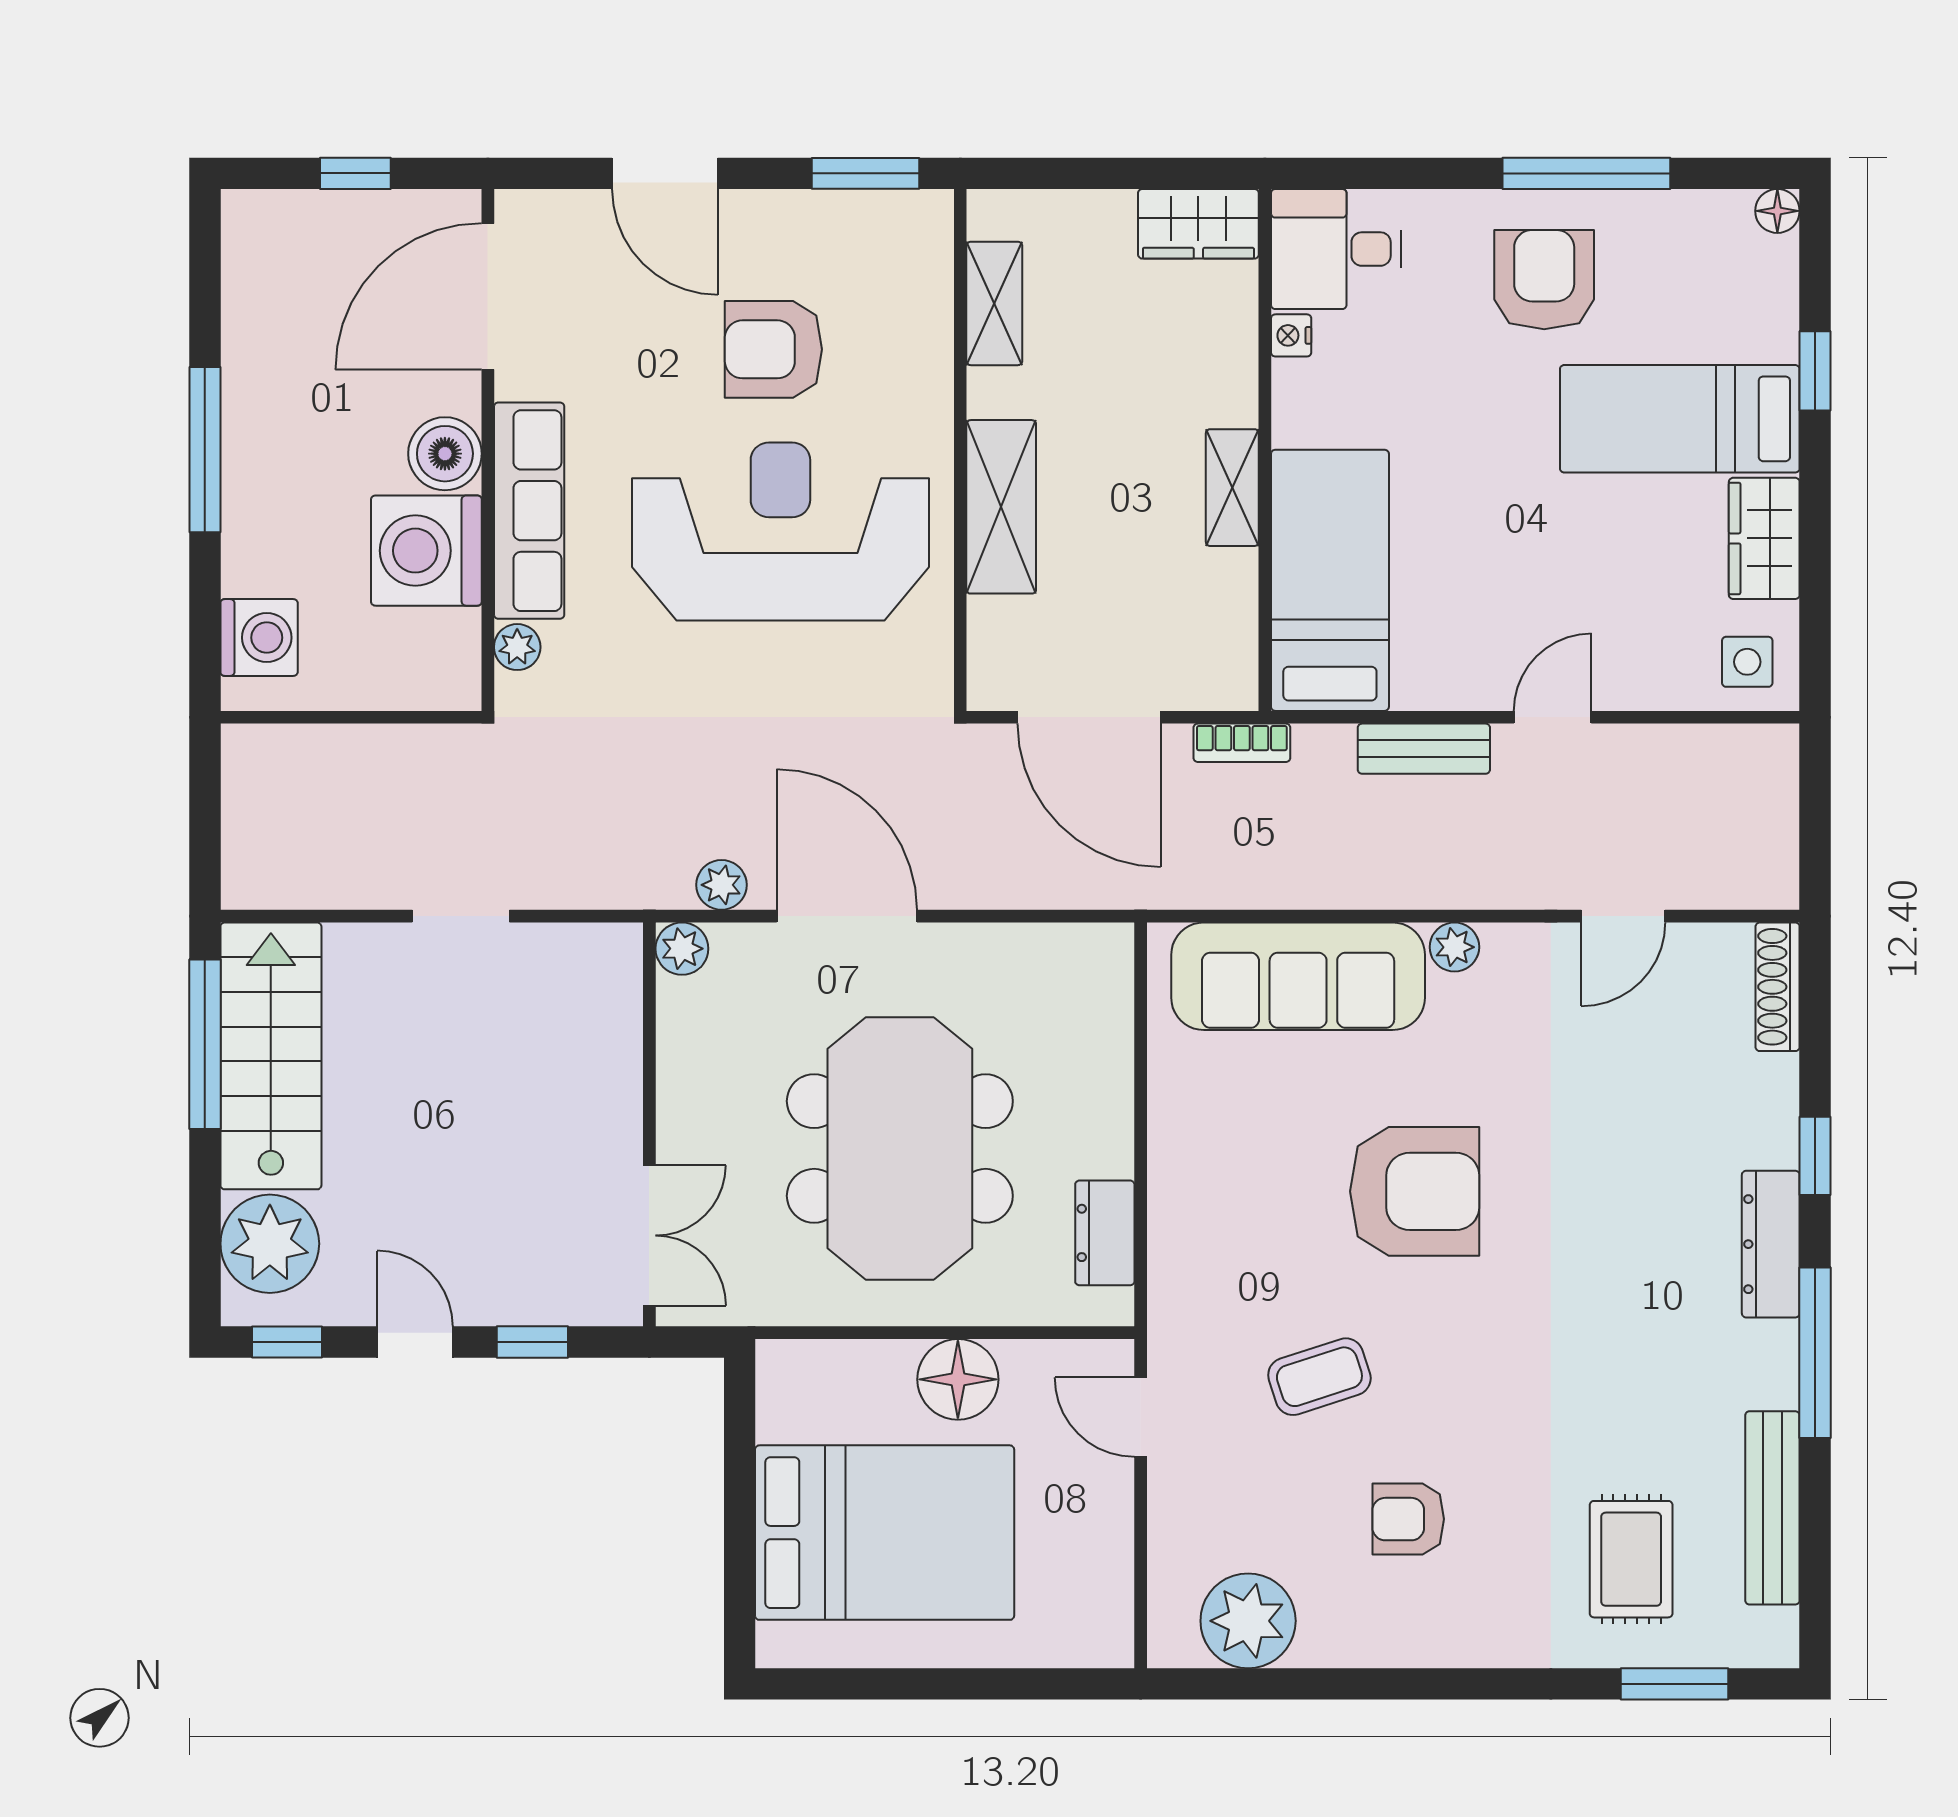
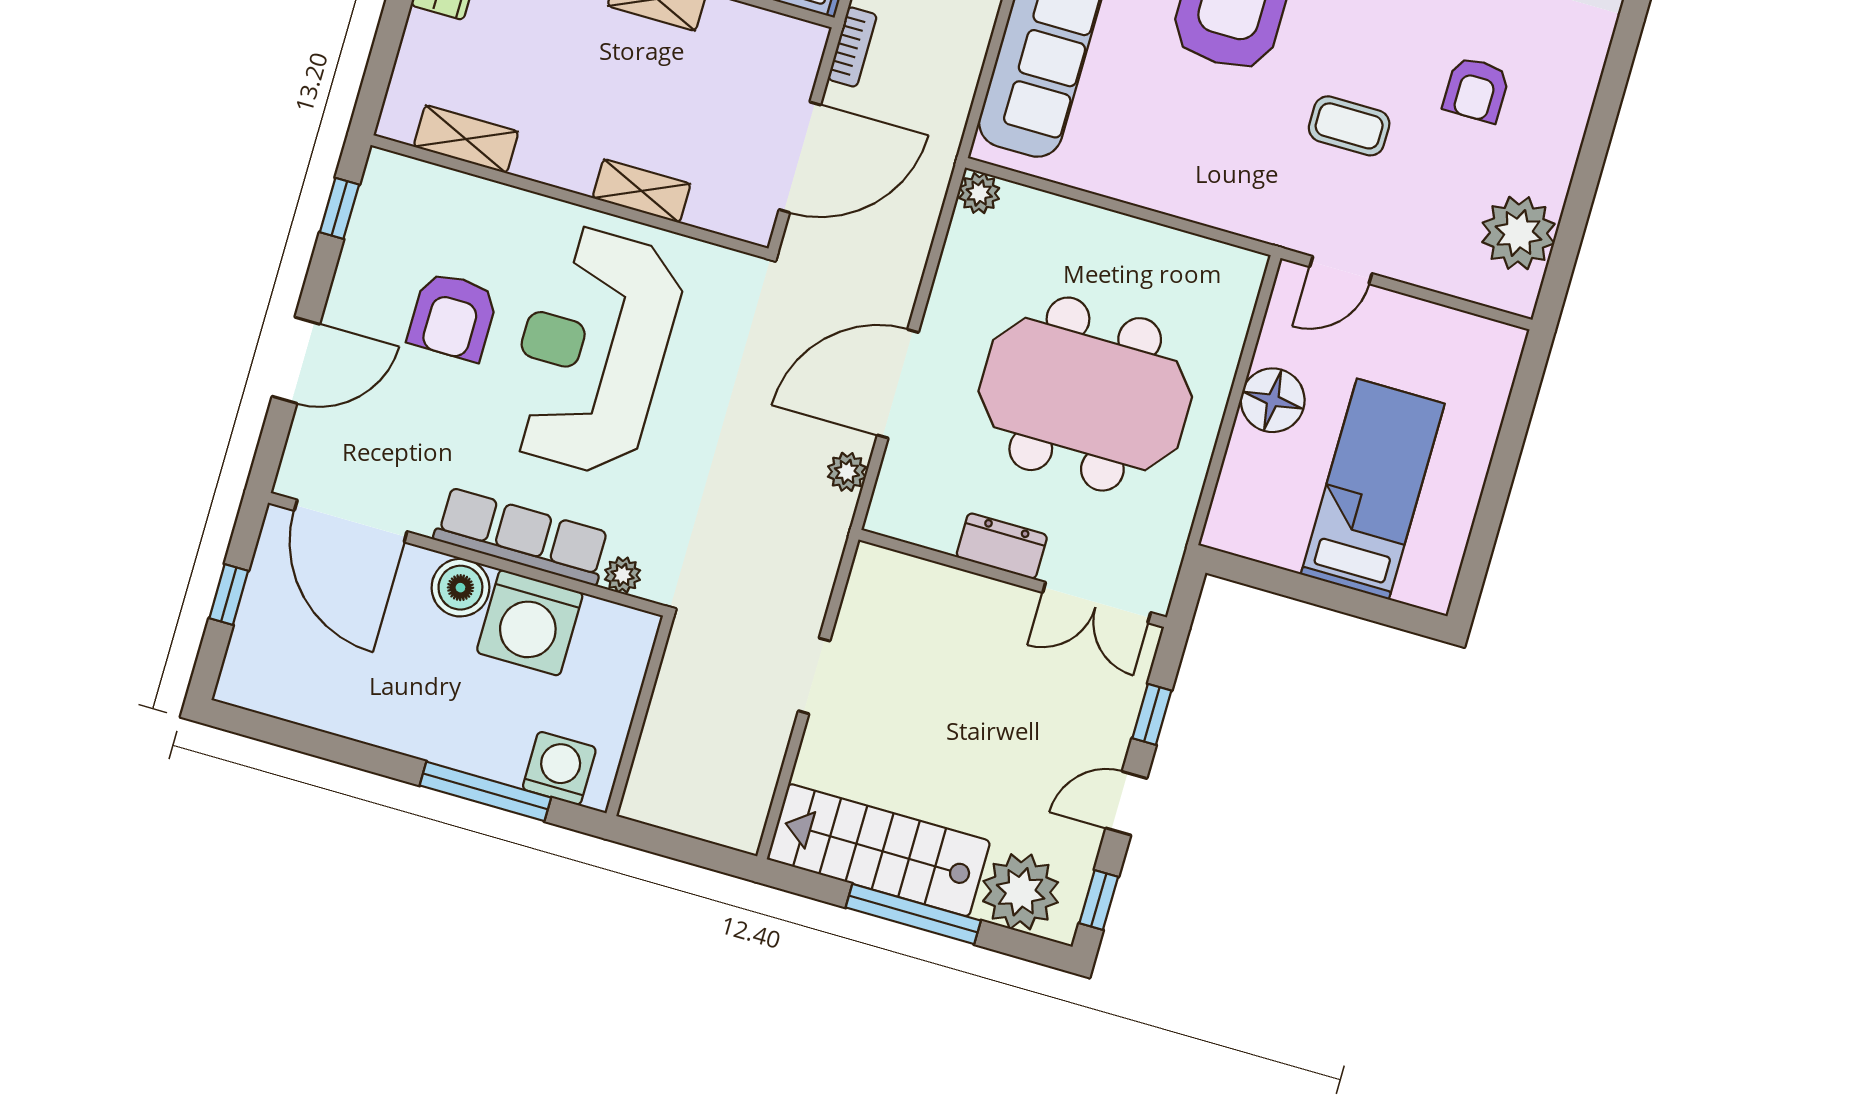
window: (866, 173) -> (339, 208), width x0.67
window: (205, 450) -> (485, 791), moved
shelving: (1001, 507) -> (642, 191), width x0.67, depth x0.75
plant: (682, 949) -> (979, 193), moved
window: (205, 1044) -> (913, 914), moved
dresser: (1105, 1233) -> (1002, 546), moved, turned 180
double door: (649, 1235) -> (1097, 603), swing flipped
coffee table: (1319, 1377) -> (1349, 126), turned -72
bed: (885, 1533) -> (1373, 489), width x0.67

